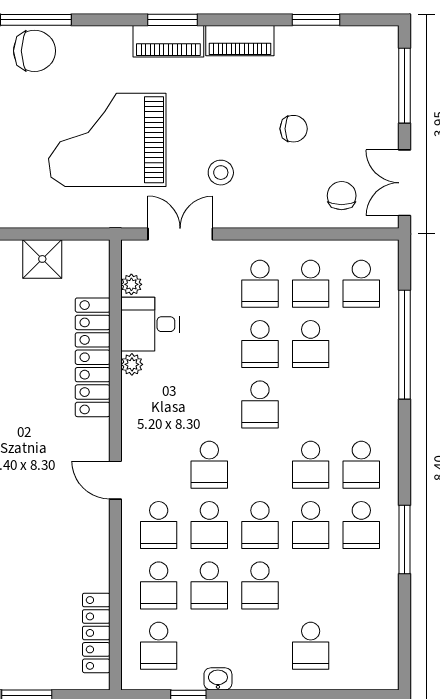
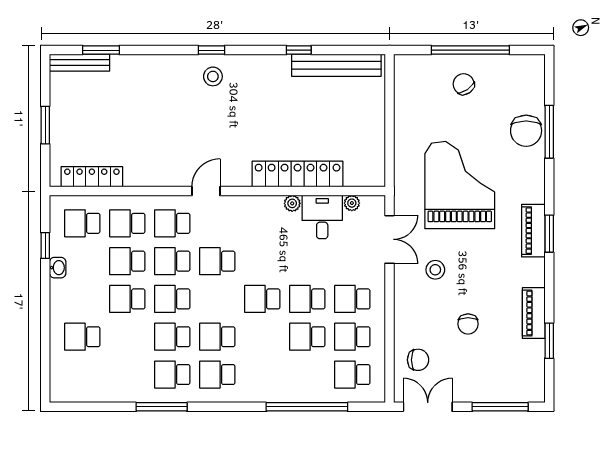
piano: (240, 41) -> (534, 313), moved
shower: (42, 259) -> (371, 137), removed

